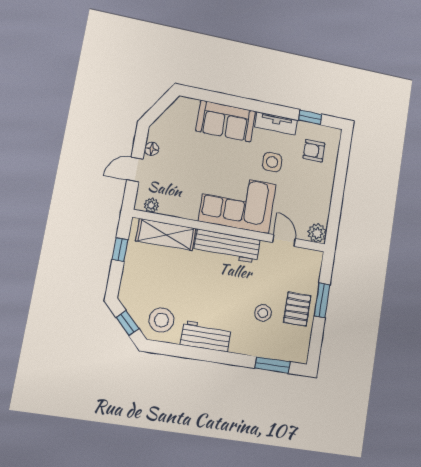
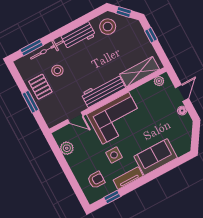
plant: (317, 233) -> (67, 148), moved
window: (120, 250) -> (151, 35), moved
bicycle: (257, 348) -> (47, 50), added

